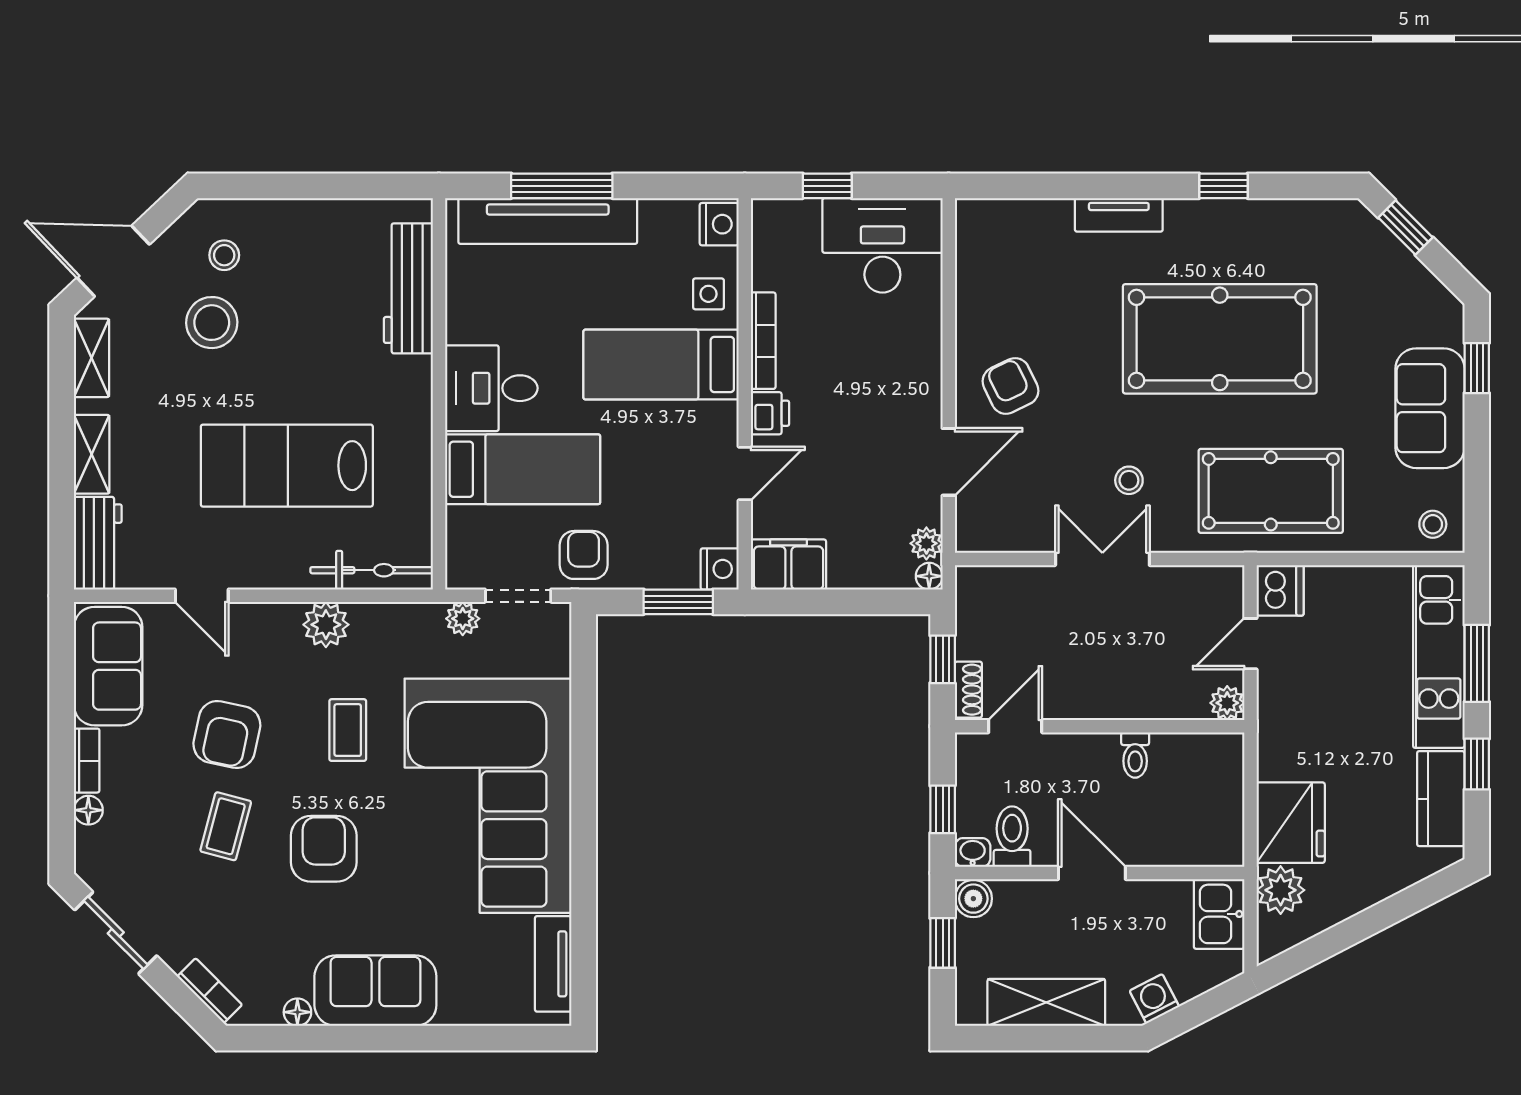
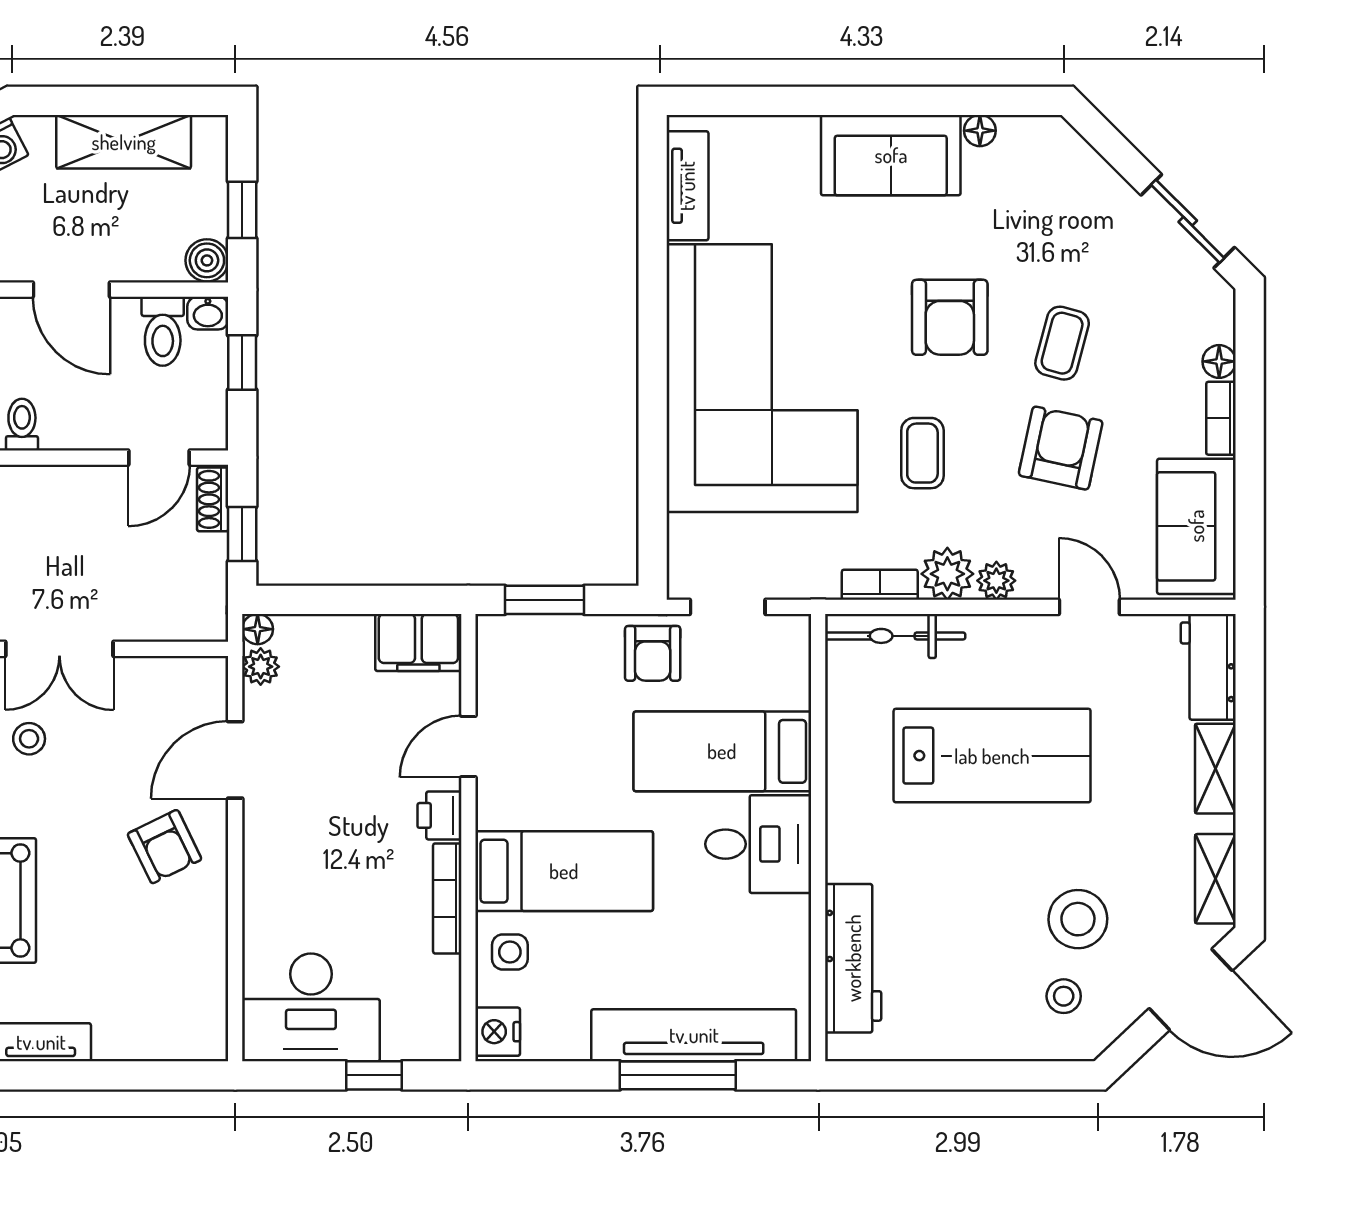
nightstand: (720, 569) -> (497, 637), removed
plant: (463, 619) -> (996, 581), moved
bookcase: (210, 991) -> (880, 585), moved, turned 135

